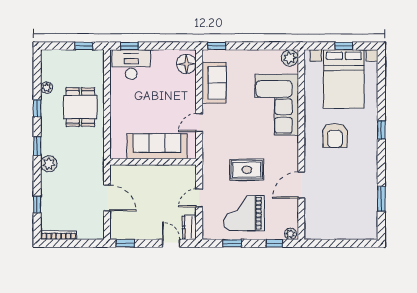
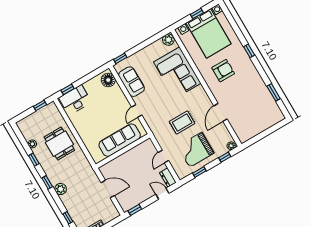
armchair: (335, 135) -> (223, 71), turned -90

